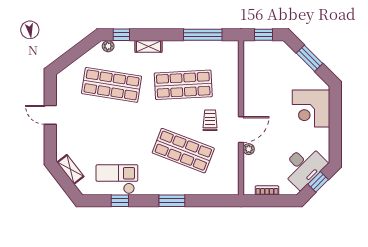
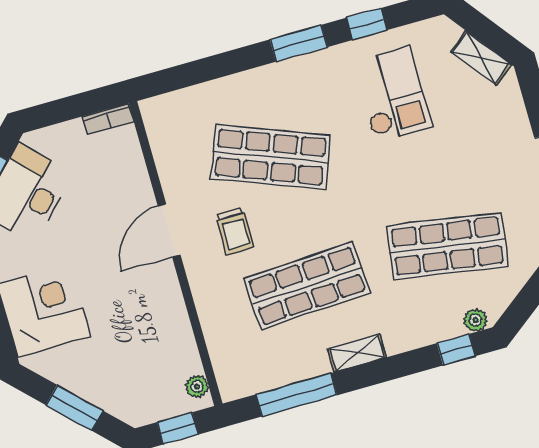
shelving: (149, 46) -> (357, 353), moved
plant: (249, 149) -> (197, 386), moved
checkout: (117, 179) -> (393, 95), moved, turned -90
bookcase: (267, 190) -> (108, 119), moved
window: (172, 201) -> (299, 43), moved

